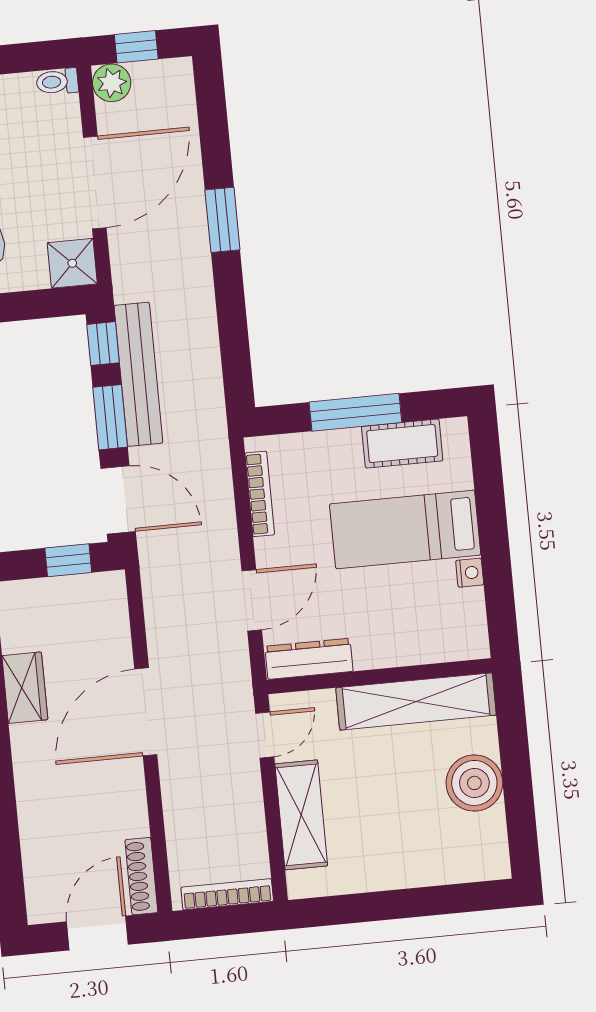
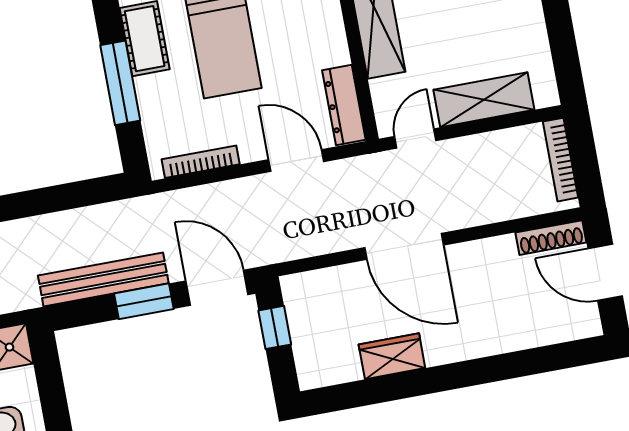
window: (103, 344) -> (79, 313), removed
door: (118, 500) -> (217, 288), hinge flipped
door: (265, 735) -> (415, 138), hinge flipped

